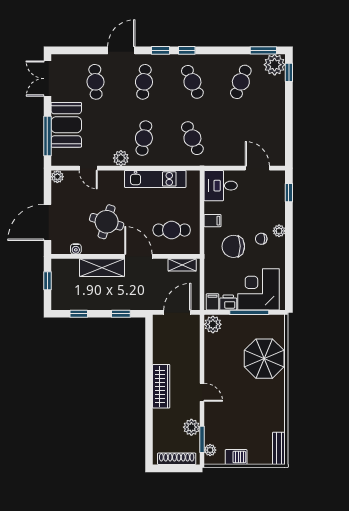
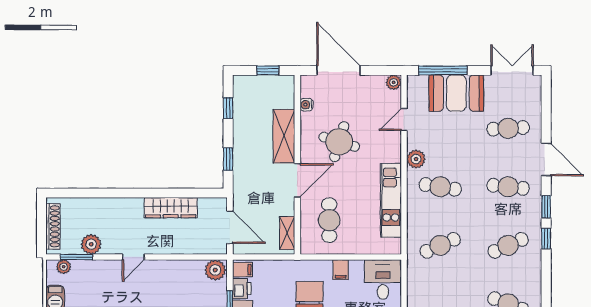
wardrobe: (161, 386) -> (171, 208), moved

